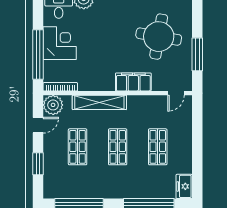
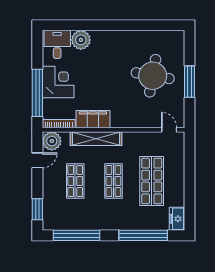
window: (197, 54) -> (189, 82), moved
filing cabinet: (133, 82) -> (93, 119), moved
door: (176, 93) -> (169, 130), swing flipped
shop shelf: (158, 147) -> (152, 181), width x1.43, depth x1.36
window: (38, 164) -> (37, 209), moved

